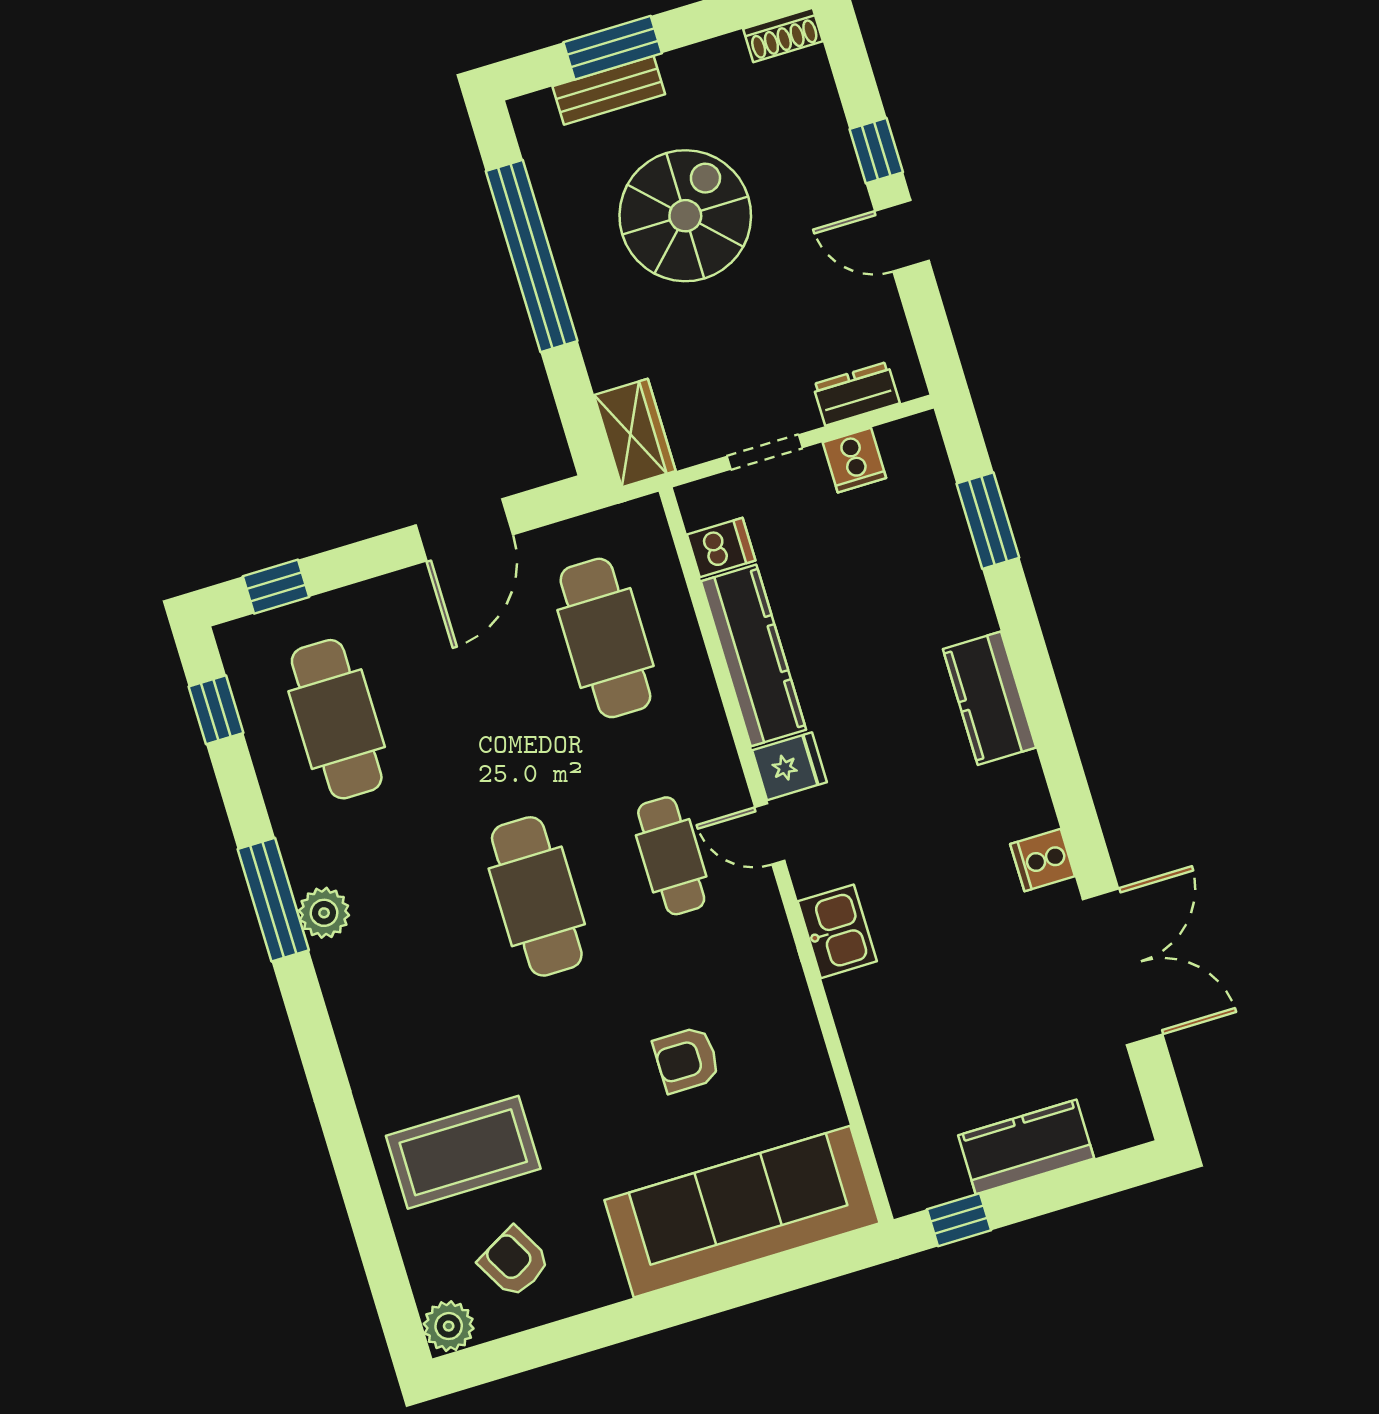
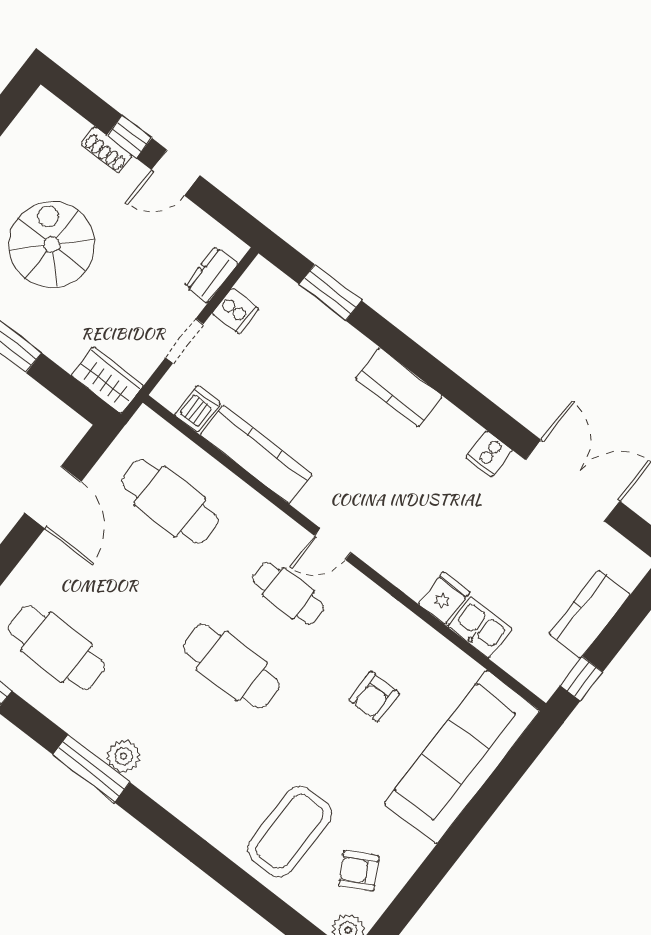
shoe rack: (783, 35) -> (107, 150), moved, turned 90
fridge: (789, 766) -> (444, 598), moved
kitchen sink: (837, 931) -> (480, 628), moved

